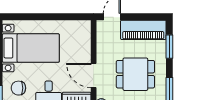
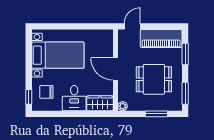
door: (94, 75) -> (116, 69), moved

